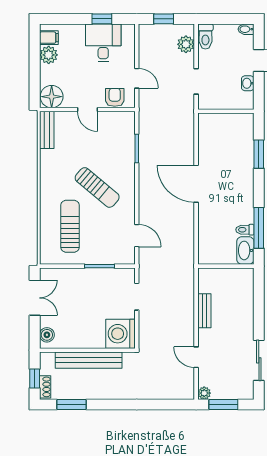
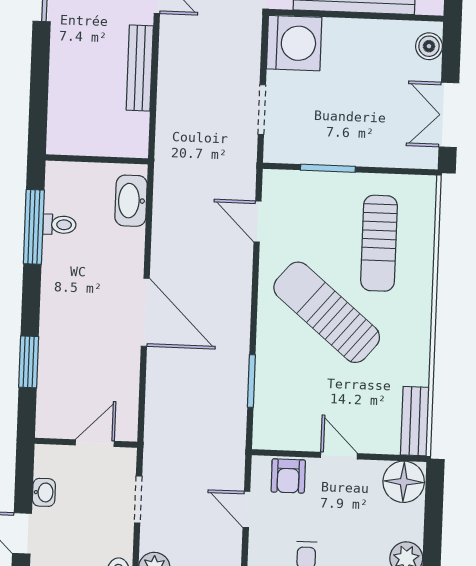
door: (221, 111) -> (95, 443), added
sun lounger: (97, 187) -> (327, 312), width x1.36, depth x1.34
washbasin: (245, 250) -> (131, 201), moved, turned 180
bench: (204, 311) -> (140, 68), width x1.36

